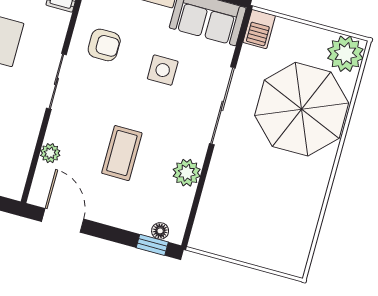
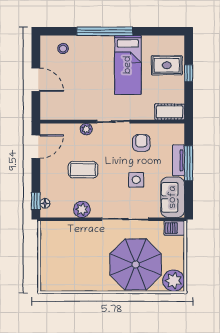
armchair: (104, 45) -> (141, 143), turned 180
plant: (50, 153) -> (86, 129), moved

